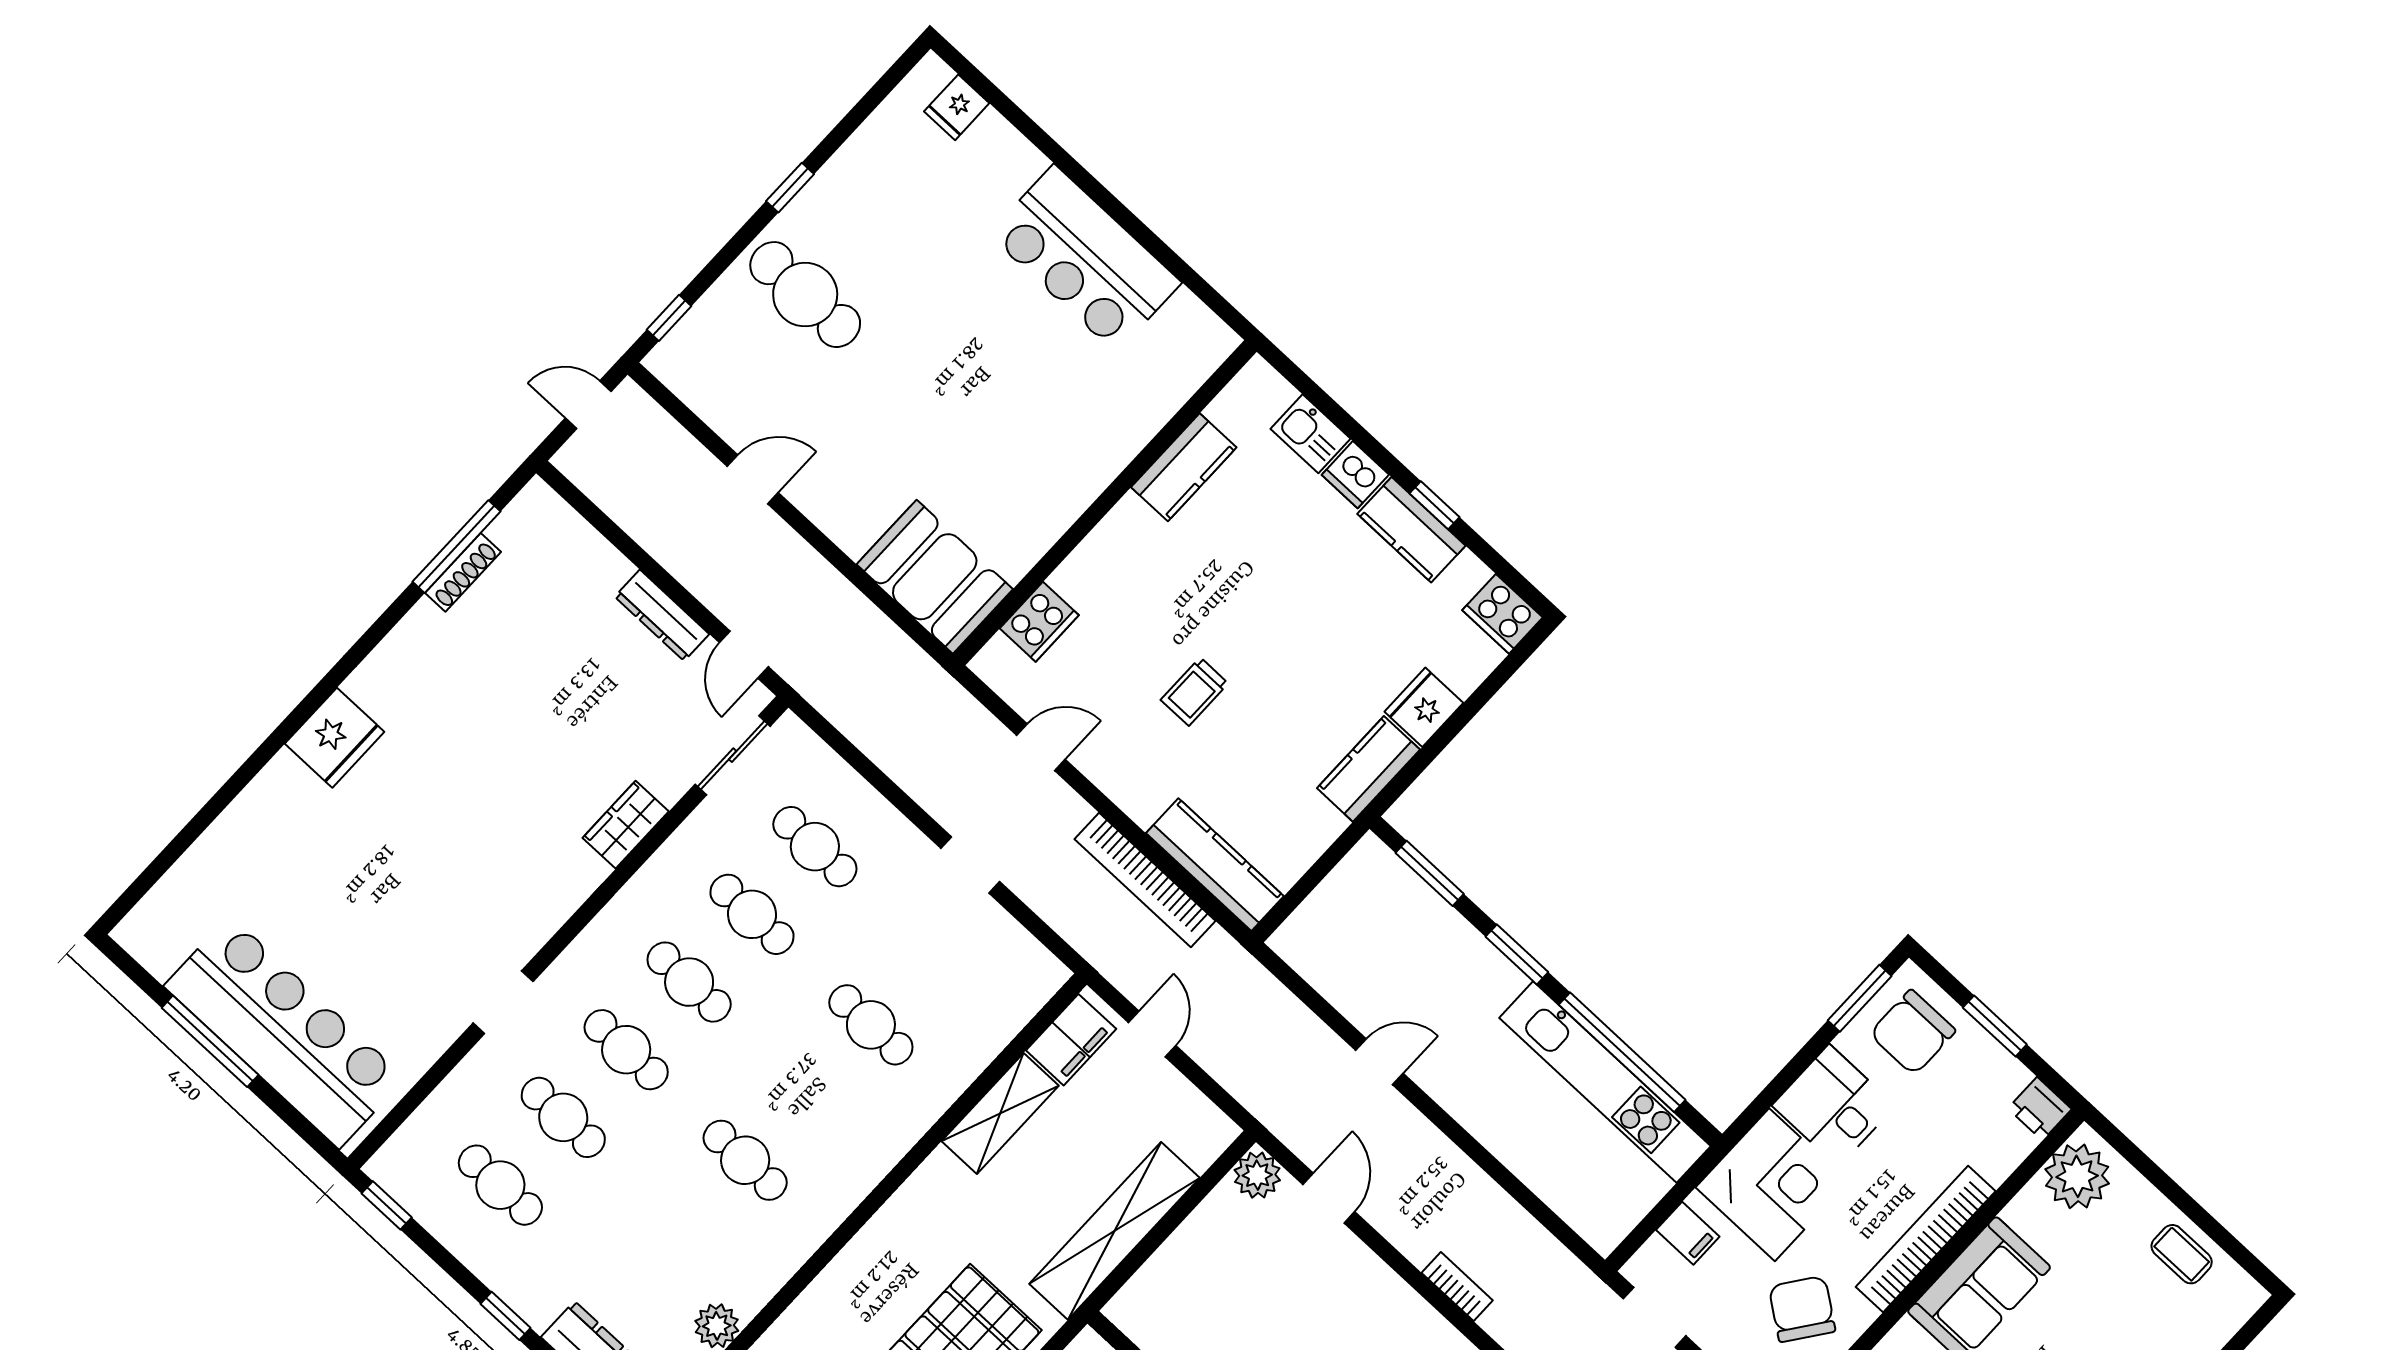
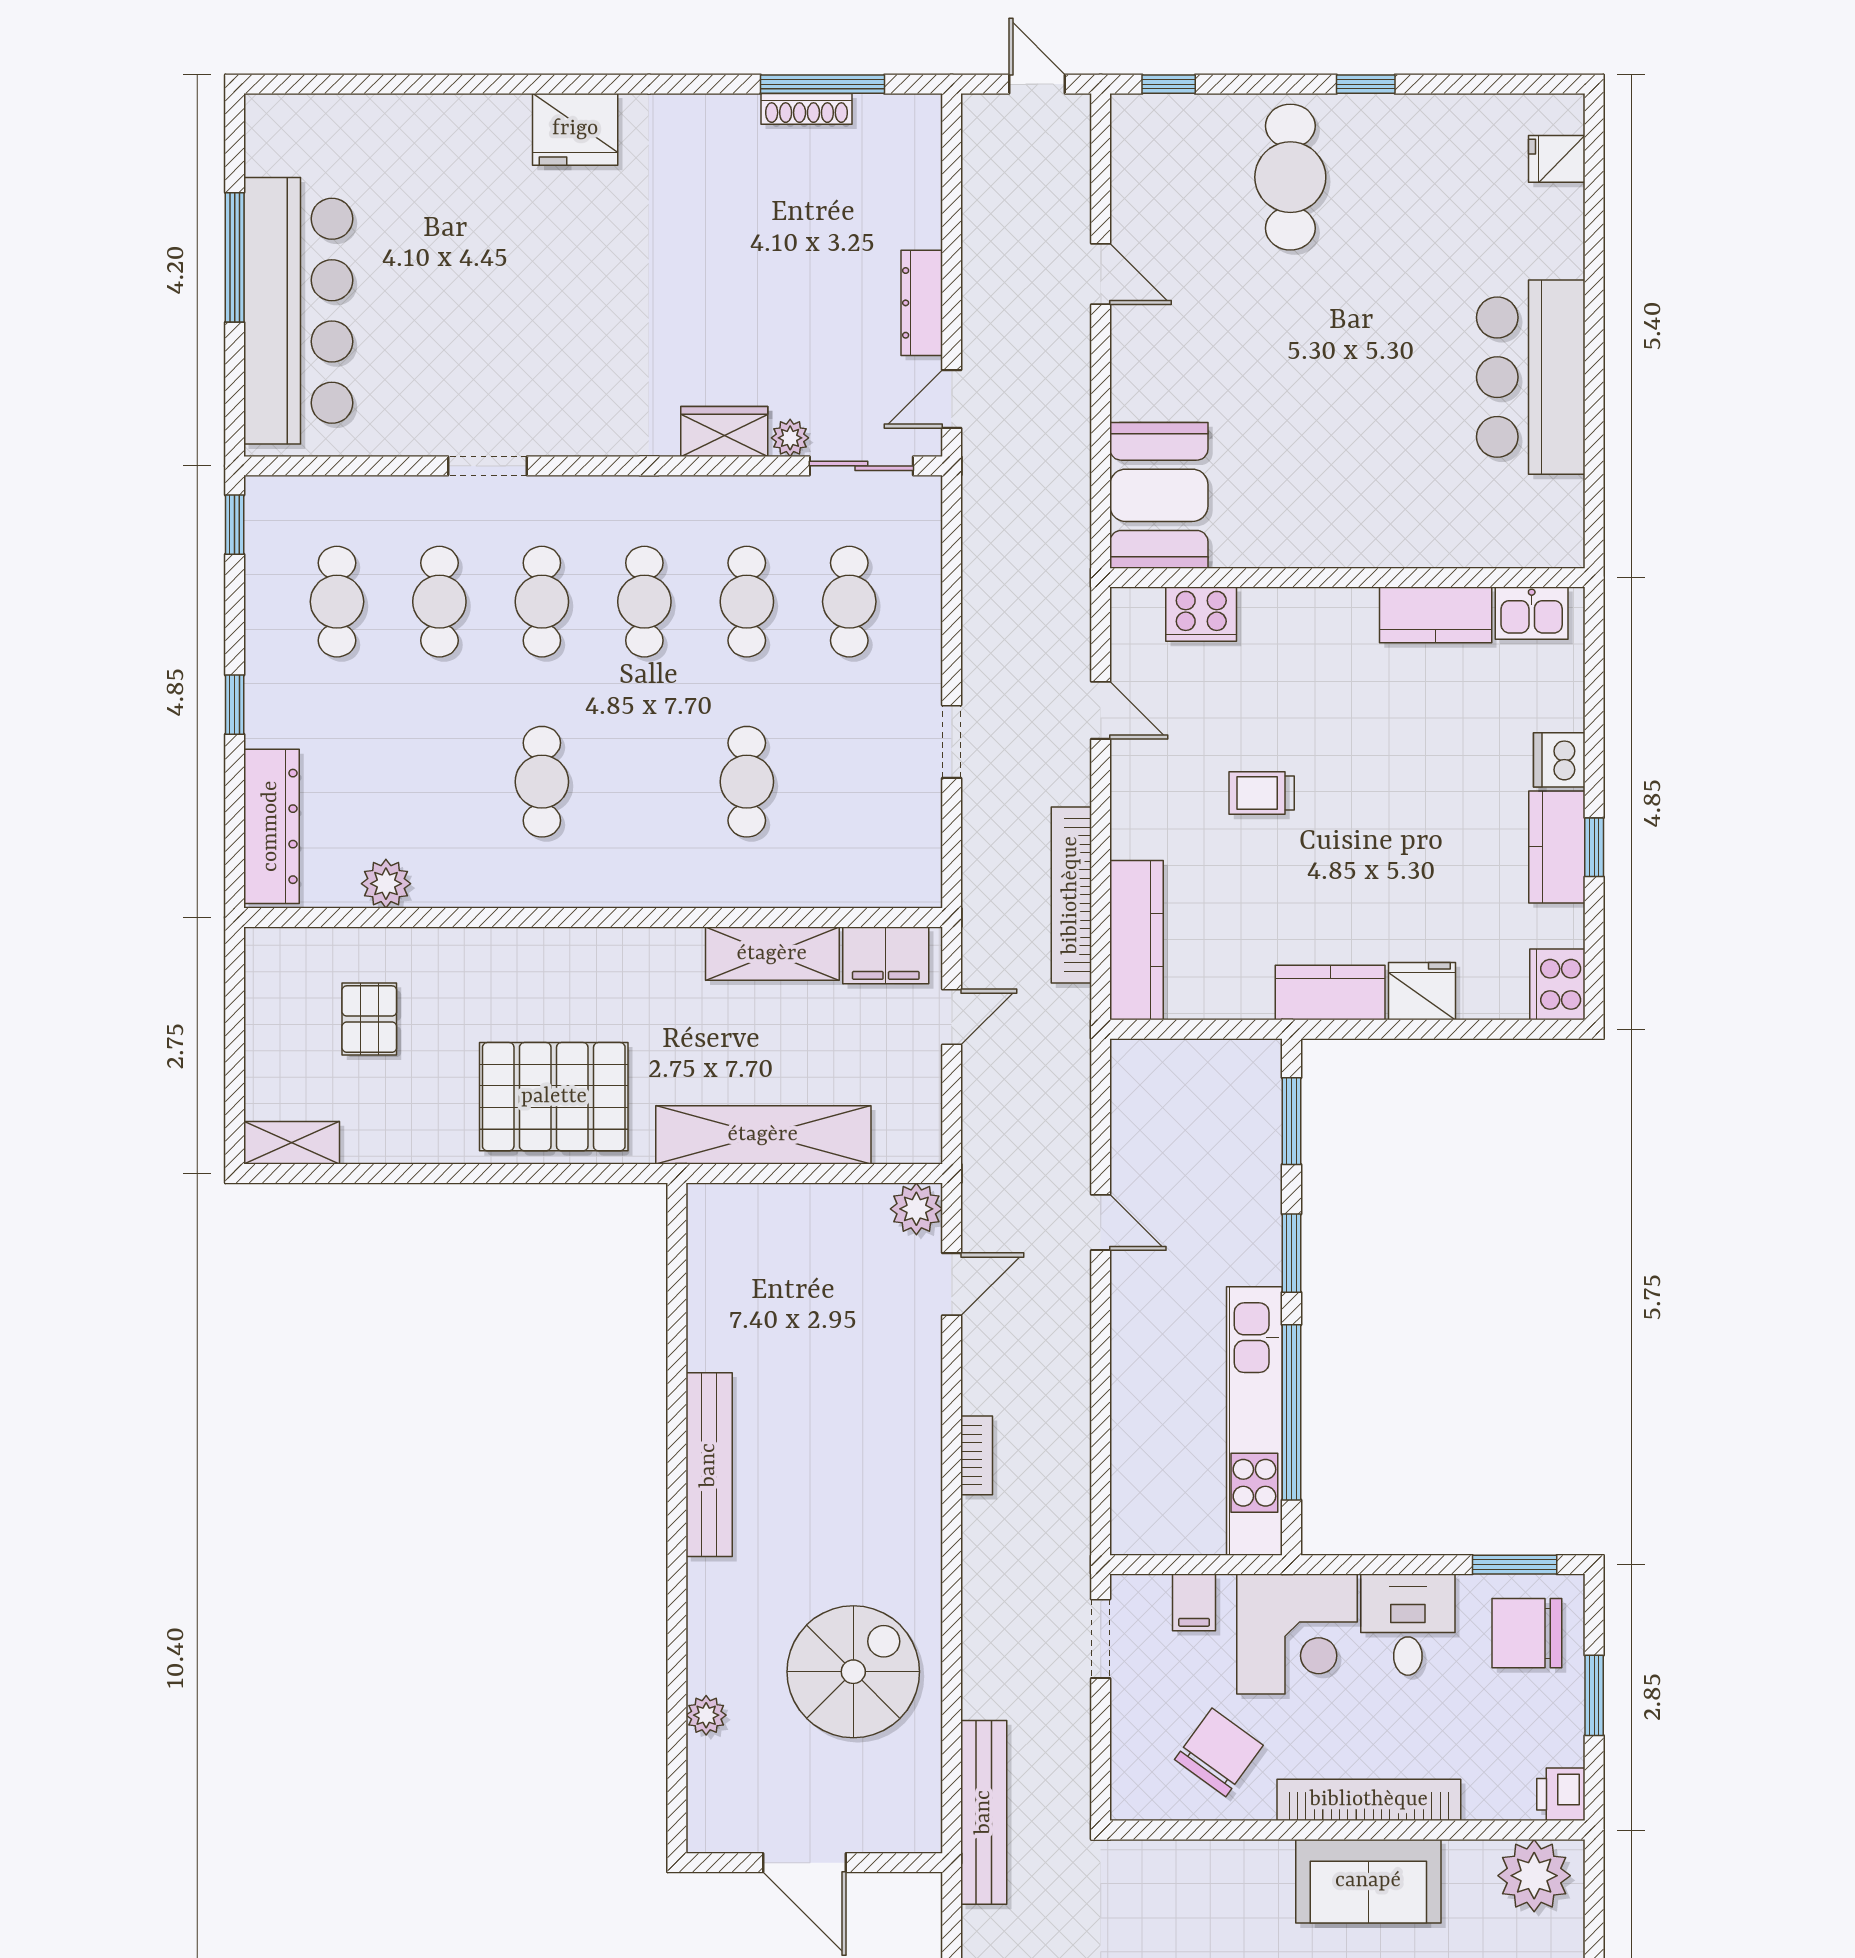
kitchen sink: (1310, 434) -> (1532, 613), moved, turned -90
plant: (670, 785) -> (790, 438), added

